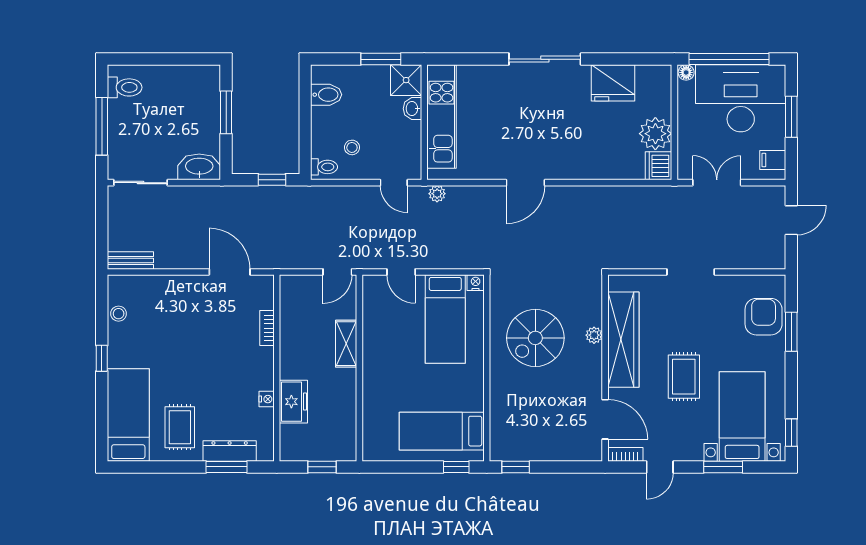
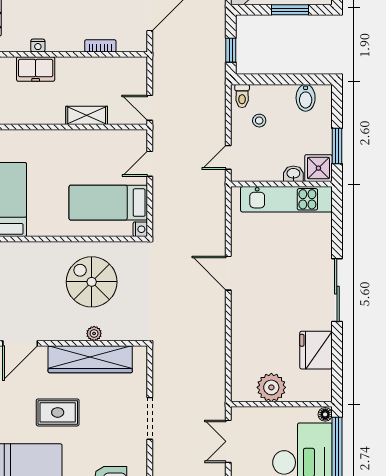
dishwasher: (659, 166) -> (243, 390), removed
double door: (717, 183) -> (228, 441), swing flipped
plant: (437, 194) -> (219, 195), removed

